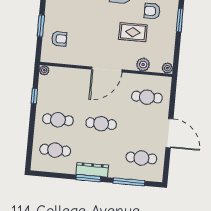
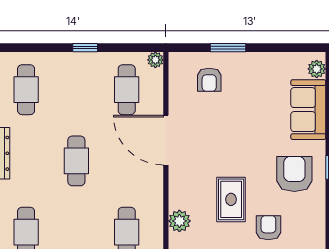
door: (107, 70) -> (166, 140), moved
window: (34, 96) -> (85, 48), moved
cafe table: (58, 120) -> (127, 90), moved

